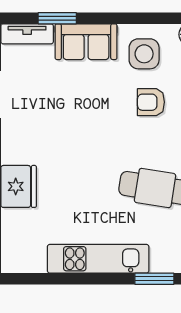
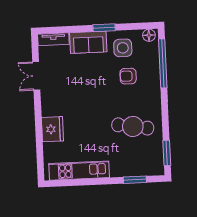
window: (57, 18) -> (104, 28), moved
kitchen unit: (98, 259) -> (79, 171), moved

